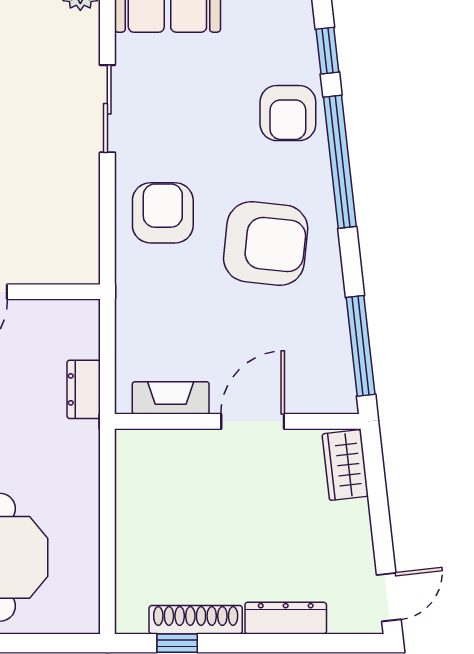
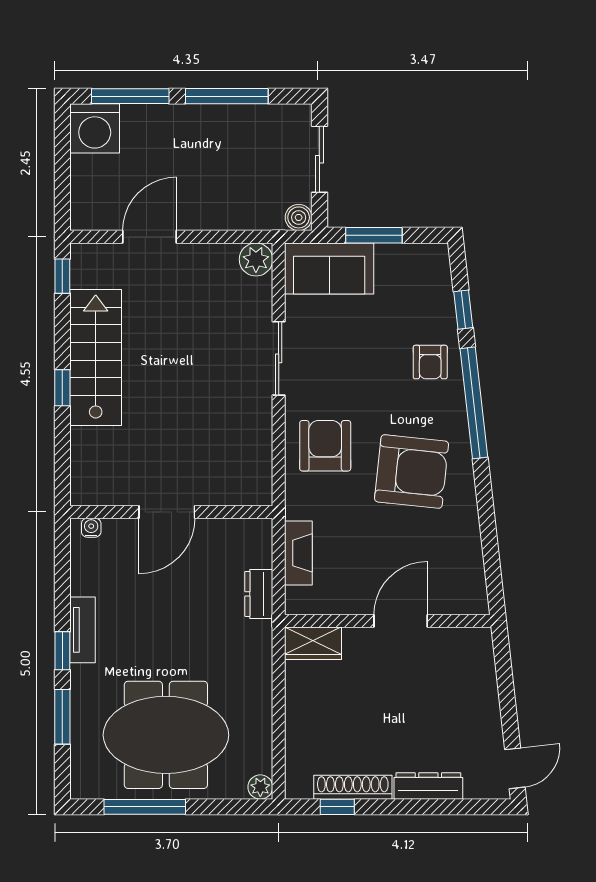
armchair: (288, 113) -> (430, 362), width x0.72, depth x0.72
window: (361, 346) -> (491, 558), removed
fireplace: (171, 398) -> (298, 553), moved, turned 90
wardrobe: (345, 465) -> (313, 643), moved, turned -84
plant: (85, 619) -> (260, 787), added

